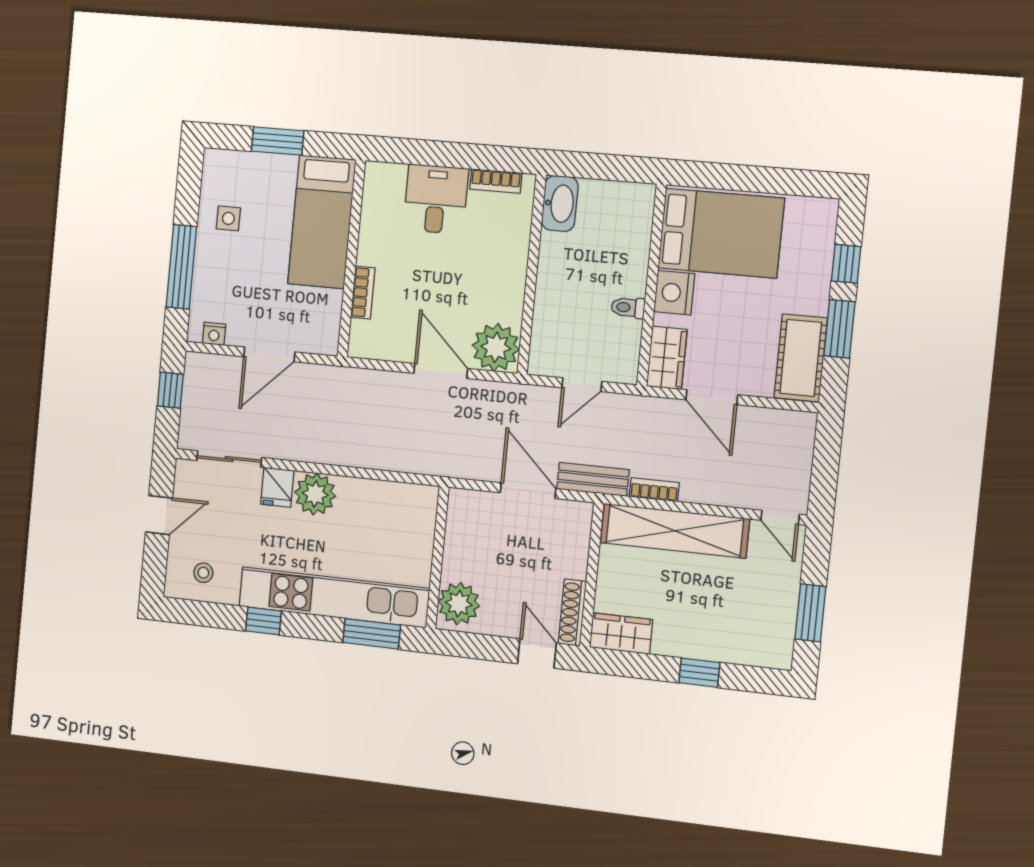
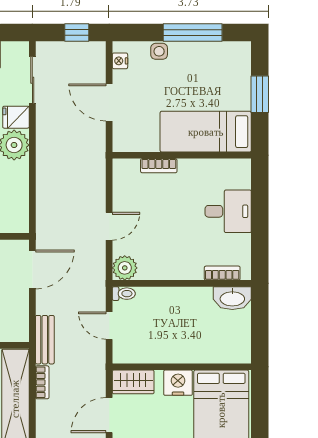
bookcase: (496, 181) -> (222, 273), moved, turned 90
side table: (228, 218) -> (159, 51), moved
window: (181, 267) -> (193, 32), moved
toilet: (628, 308) -> (124, 294), moved, turned 90
plant: (496, 347) -> (125, 268), width x0.73, depth x0.73
door: (441, 371) -> (109, 226), width x0.73
door: (528, 491) -> (32, 269), moved

